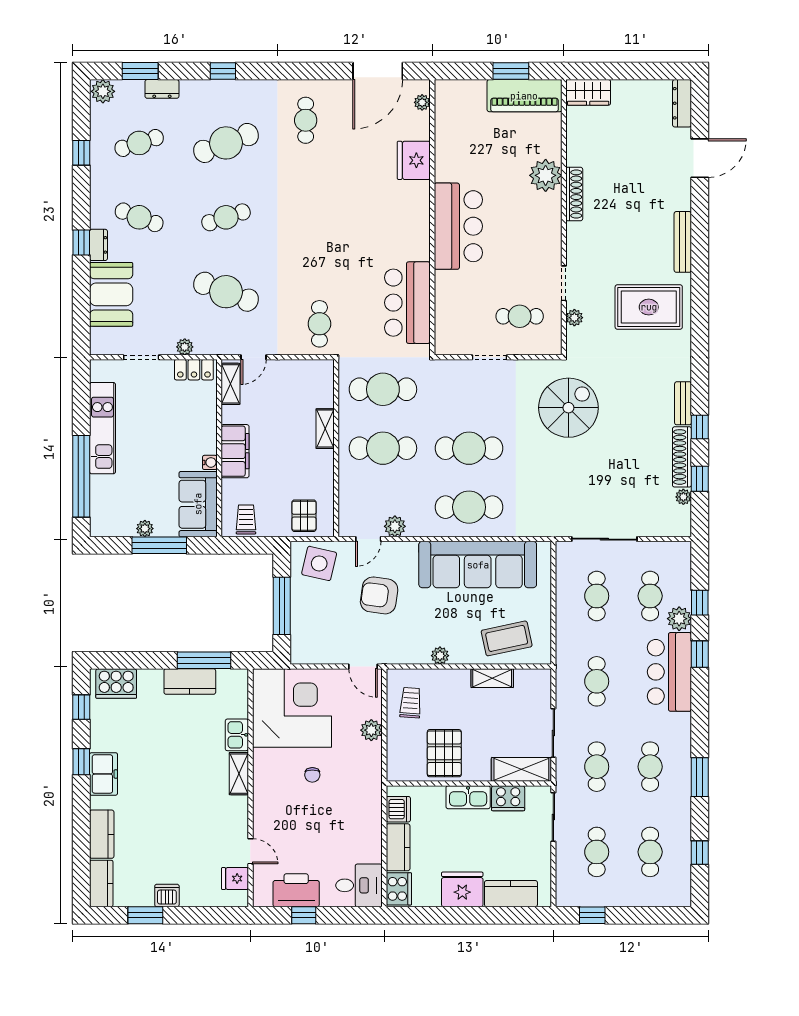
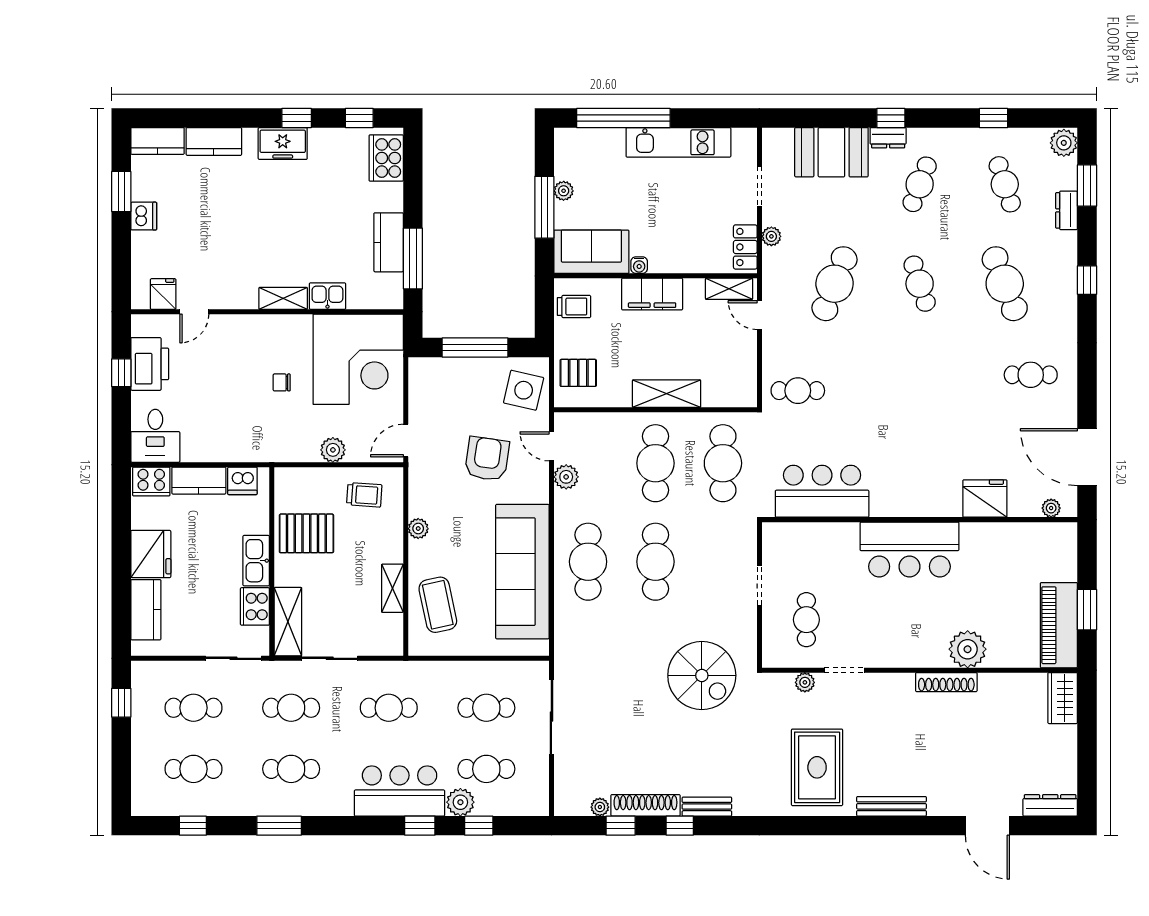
shelving: (325, 429) -> (667, 394), width x1.50, depth x1.33

